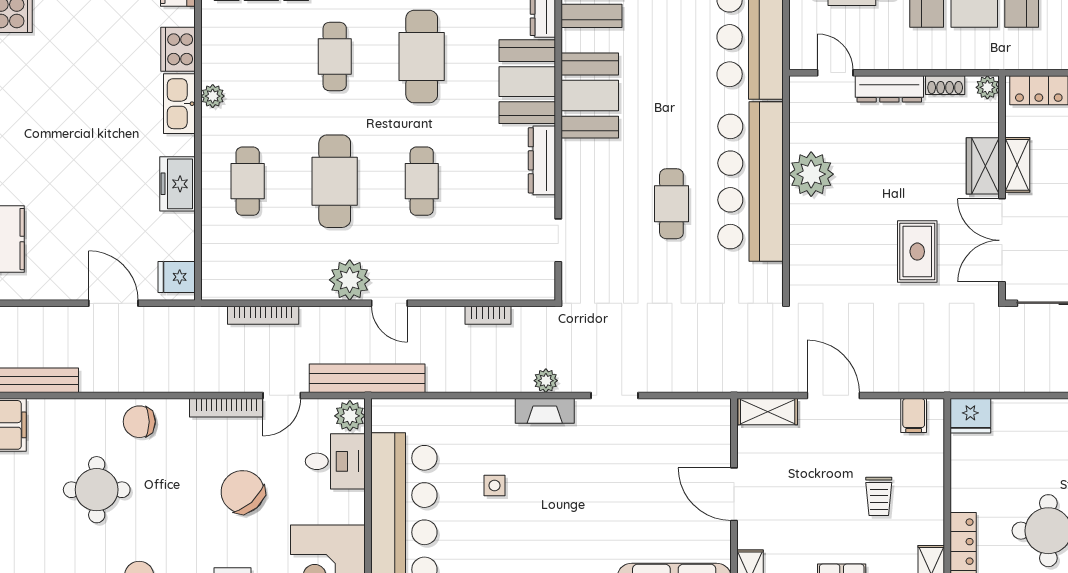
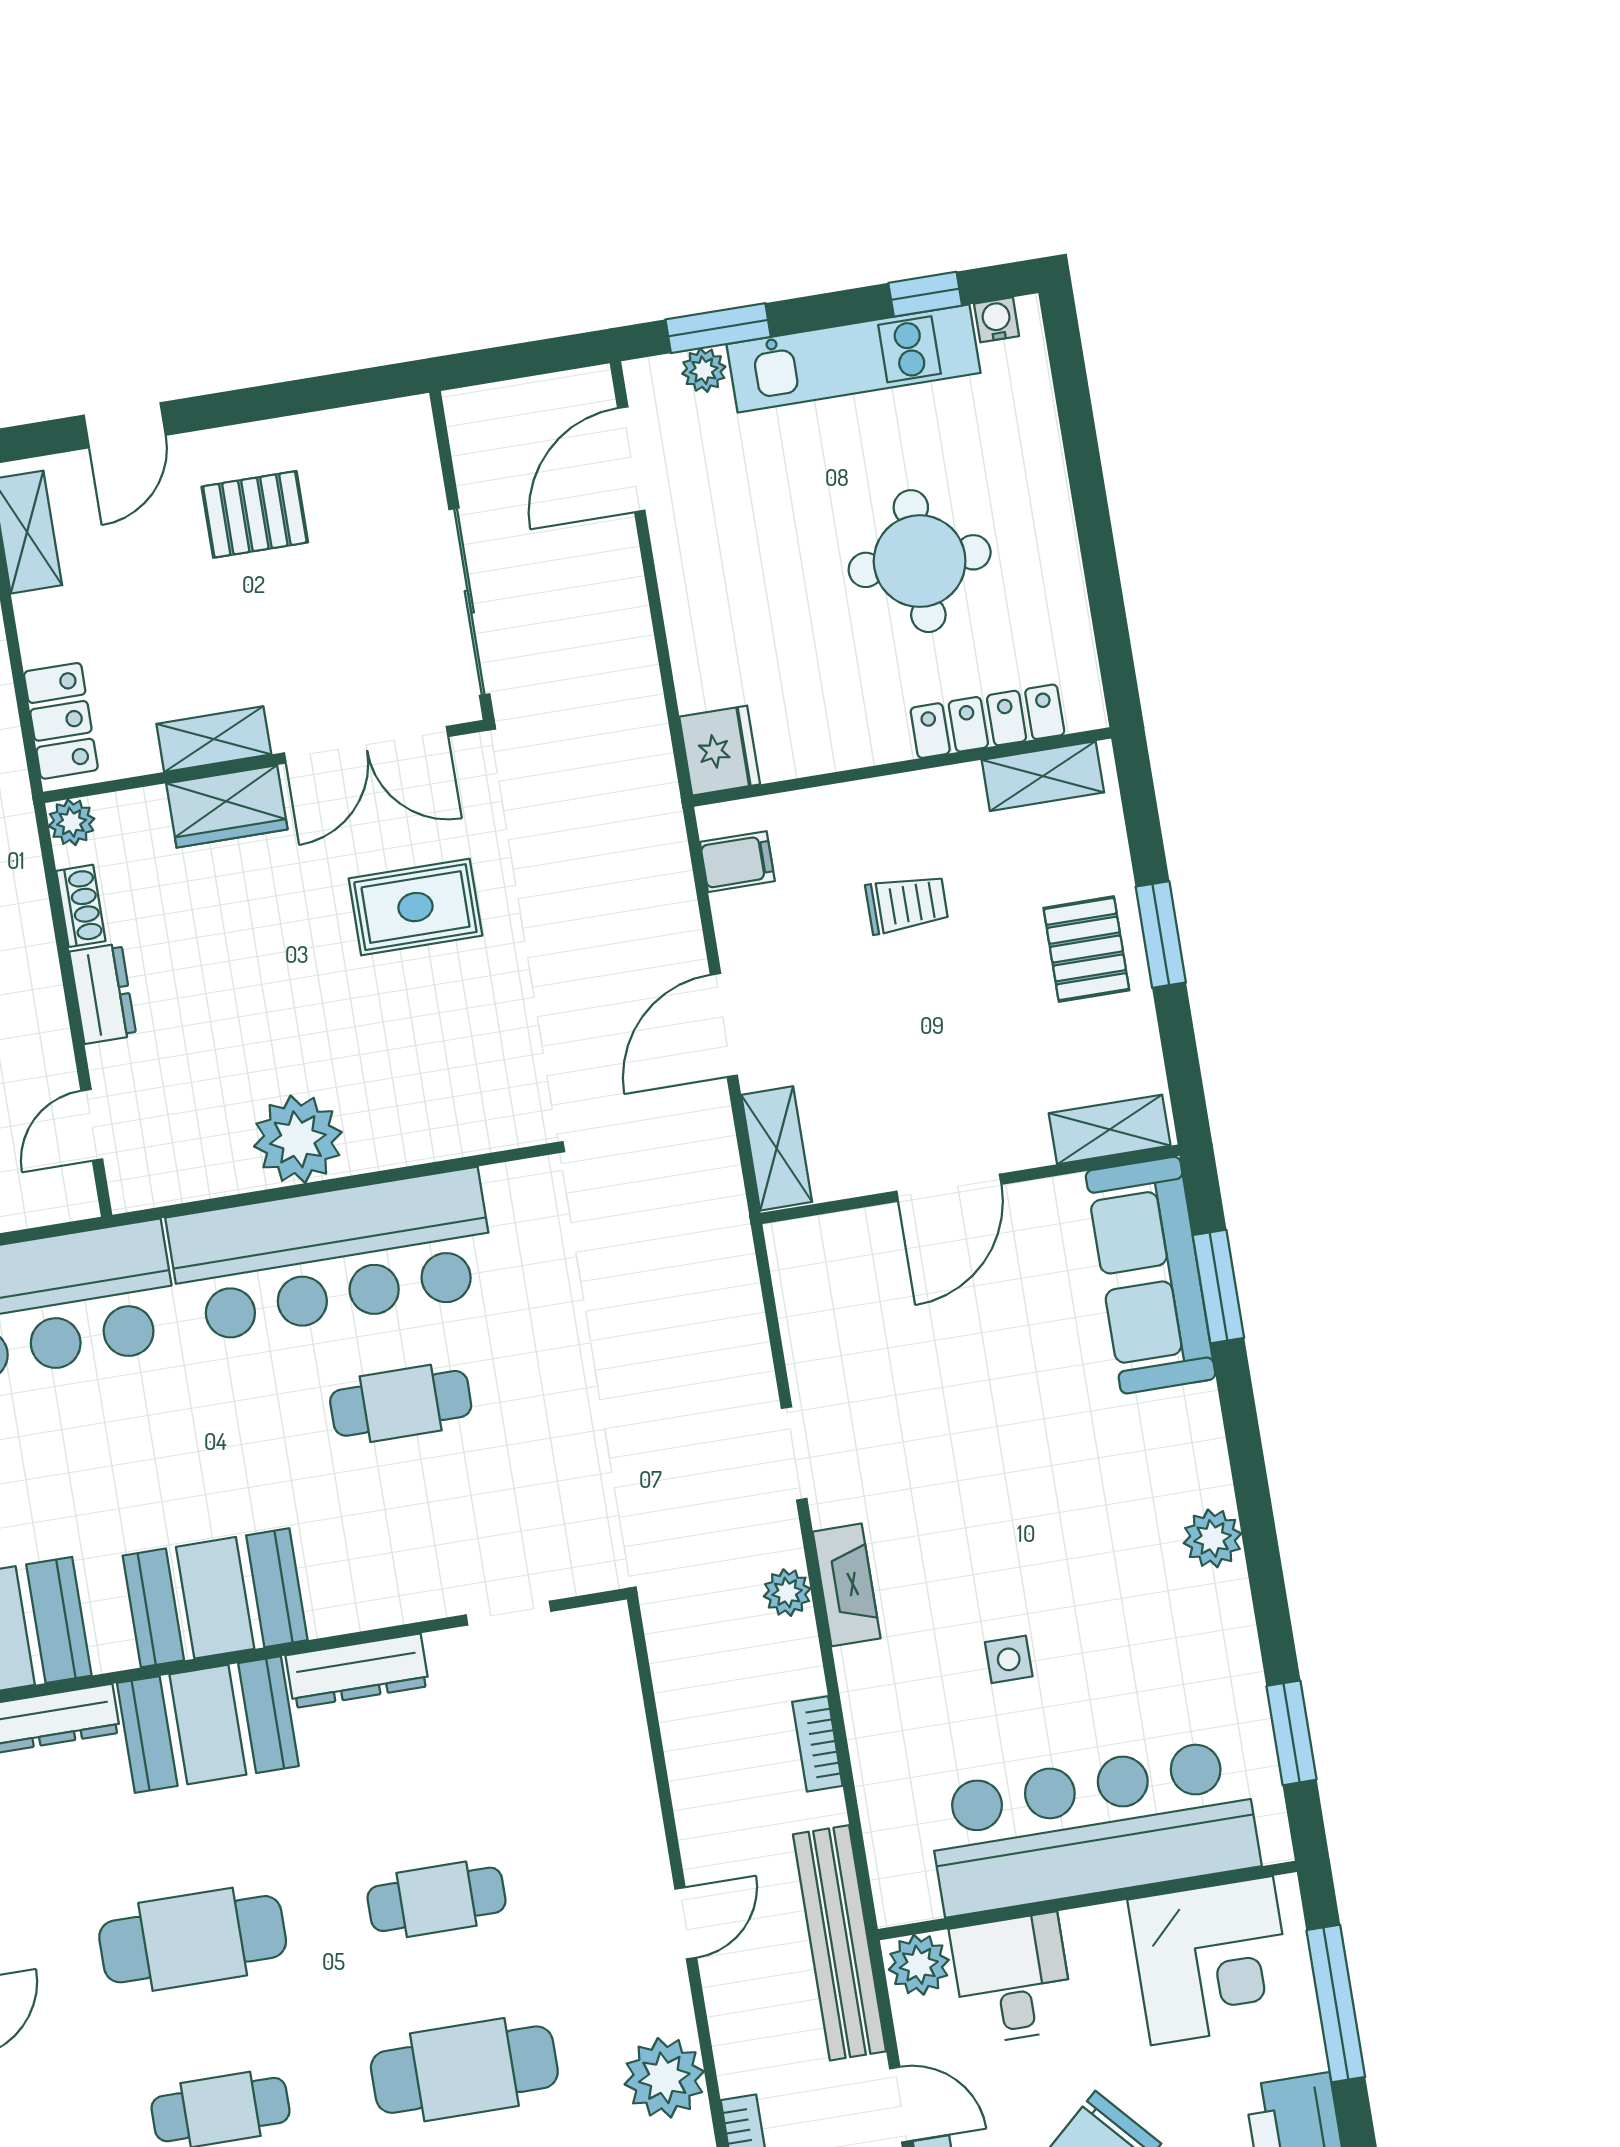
dresser: (889, 89) -> (103, 994), width x0.70
plant: (350, 280) -> (664, 2078), moved
bookcase: (488, 315) -> (817, 1744), moved, turned 180

